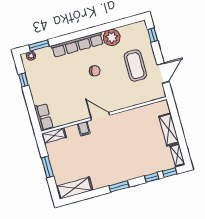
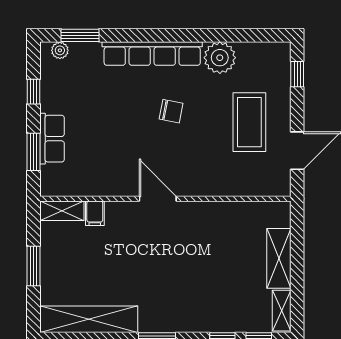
window: (32, 110) -> (33, 152), added
row of seats: (44, 117) -> (52, 139), moved
filing cabinet: (84, 129) -> (95, 213), moved
shelving: (75, 188) -> (89, 319), width x1.47

